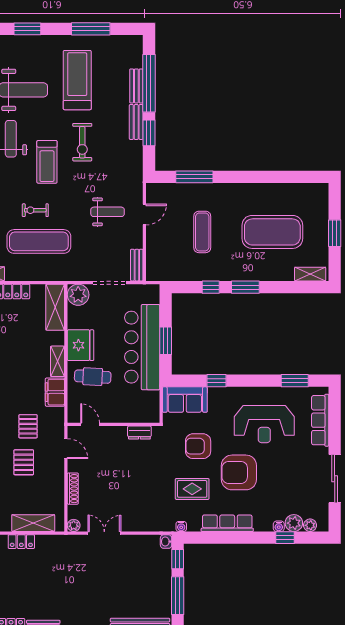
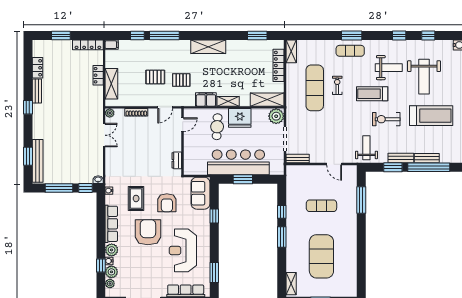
weight bench: (108, 212) -> (366, 148), moved, turned 180
armchair: (198, 446) -> (167, 203), turned 180
plant: (263, 523) -> (112, 250), added

